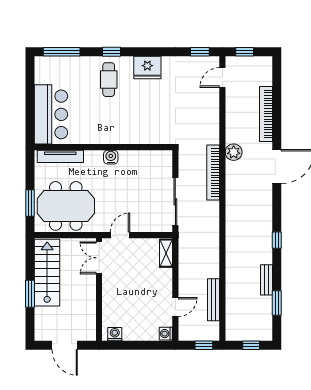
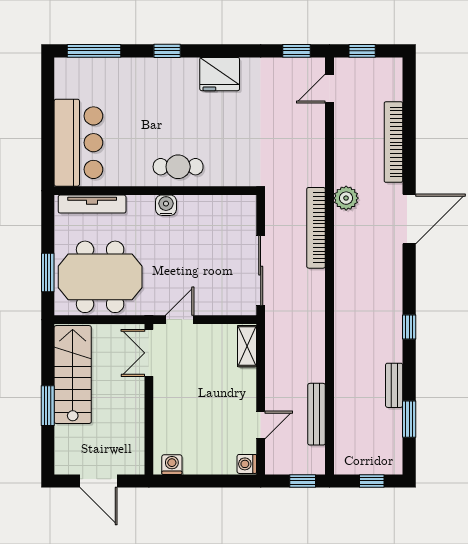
cafe table: (109, 80) -> (178, 167), moved, turned 90

